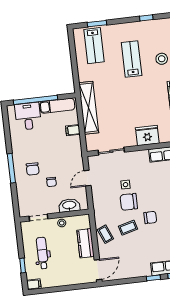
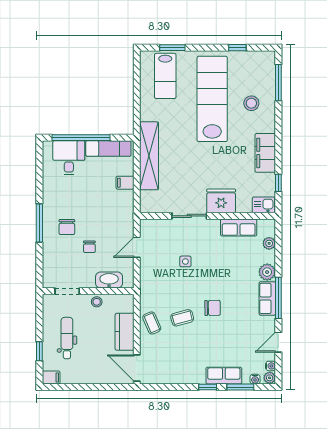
lab bench: (132, 59) -> (212, 99), width x1.86, depth x1.39
sliding door: (111, 151) -> (189, 216), moved
chair: (129, 202) -> (187, 284), removed
door: (98, 270) -> (137, 368), swing flipped

